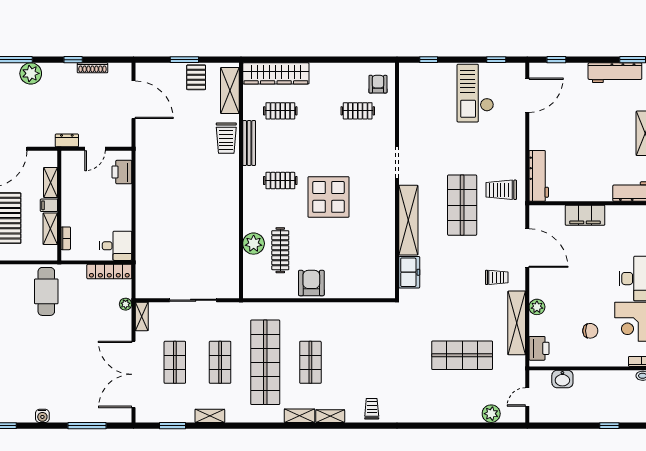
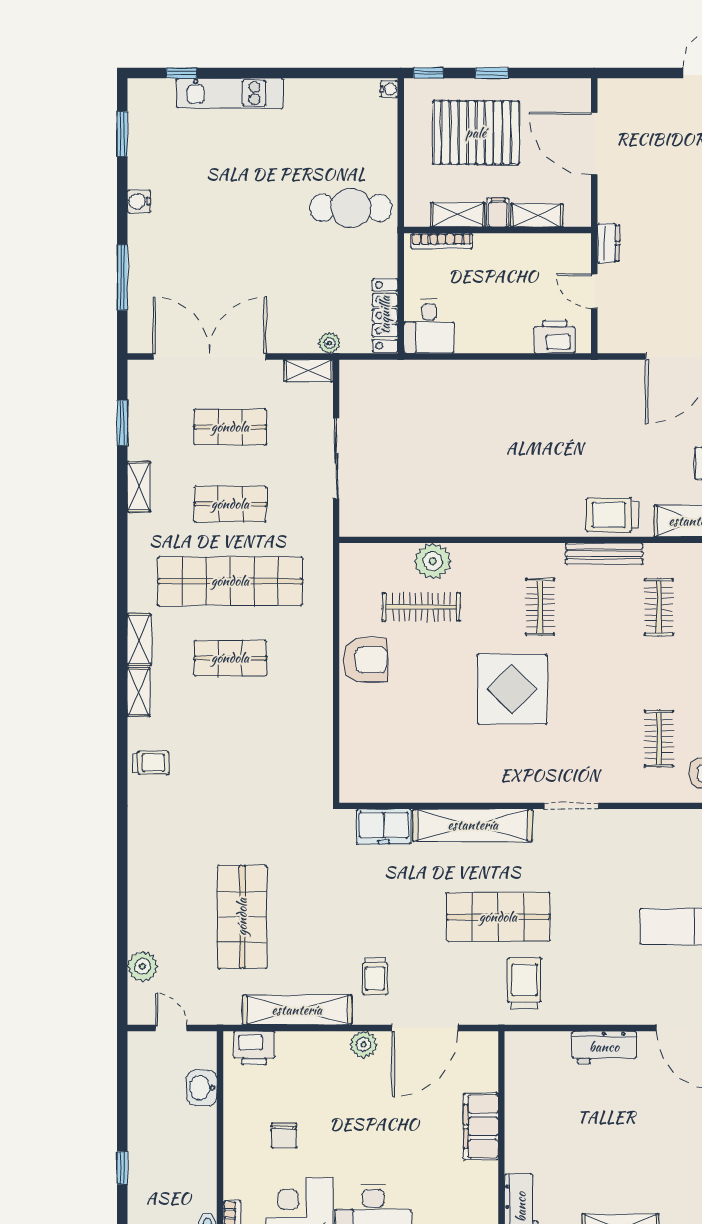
workbench: (539, 176) -> (604, 1047), moved, width x0.73
bookcase: (66, 238) -> (442, 241), width x1.56
plant: (537, 307) -> (364, 1044), moved

